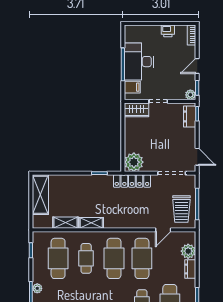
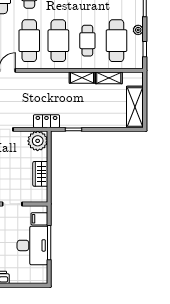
wardrobe: (136, 110) -> (40, 174), moved, turned -90
locker: (132, 181) -> (46, 121), width x0.66
plant: (37, 288) -> (138, 30), moved

